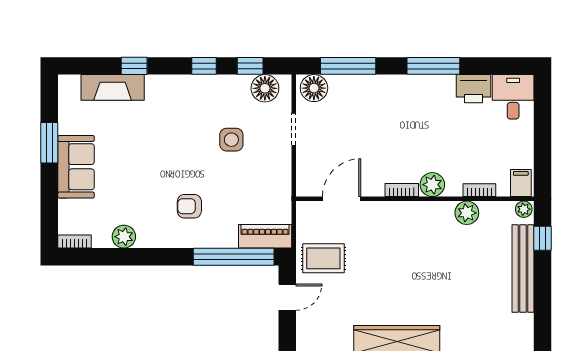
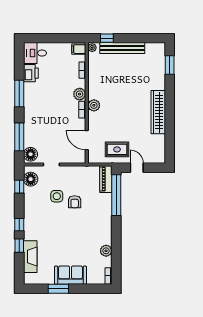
window: (204, 66) -> (19, 225), moved
armchair: (189, 206) -> (75, 202), moved
plant: (467, 213) -> (94, 105), moved
rug: (323, 258) -> (117, 149), turned 90

